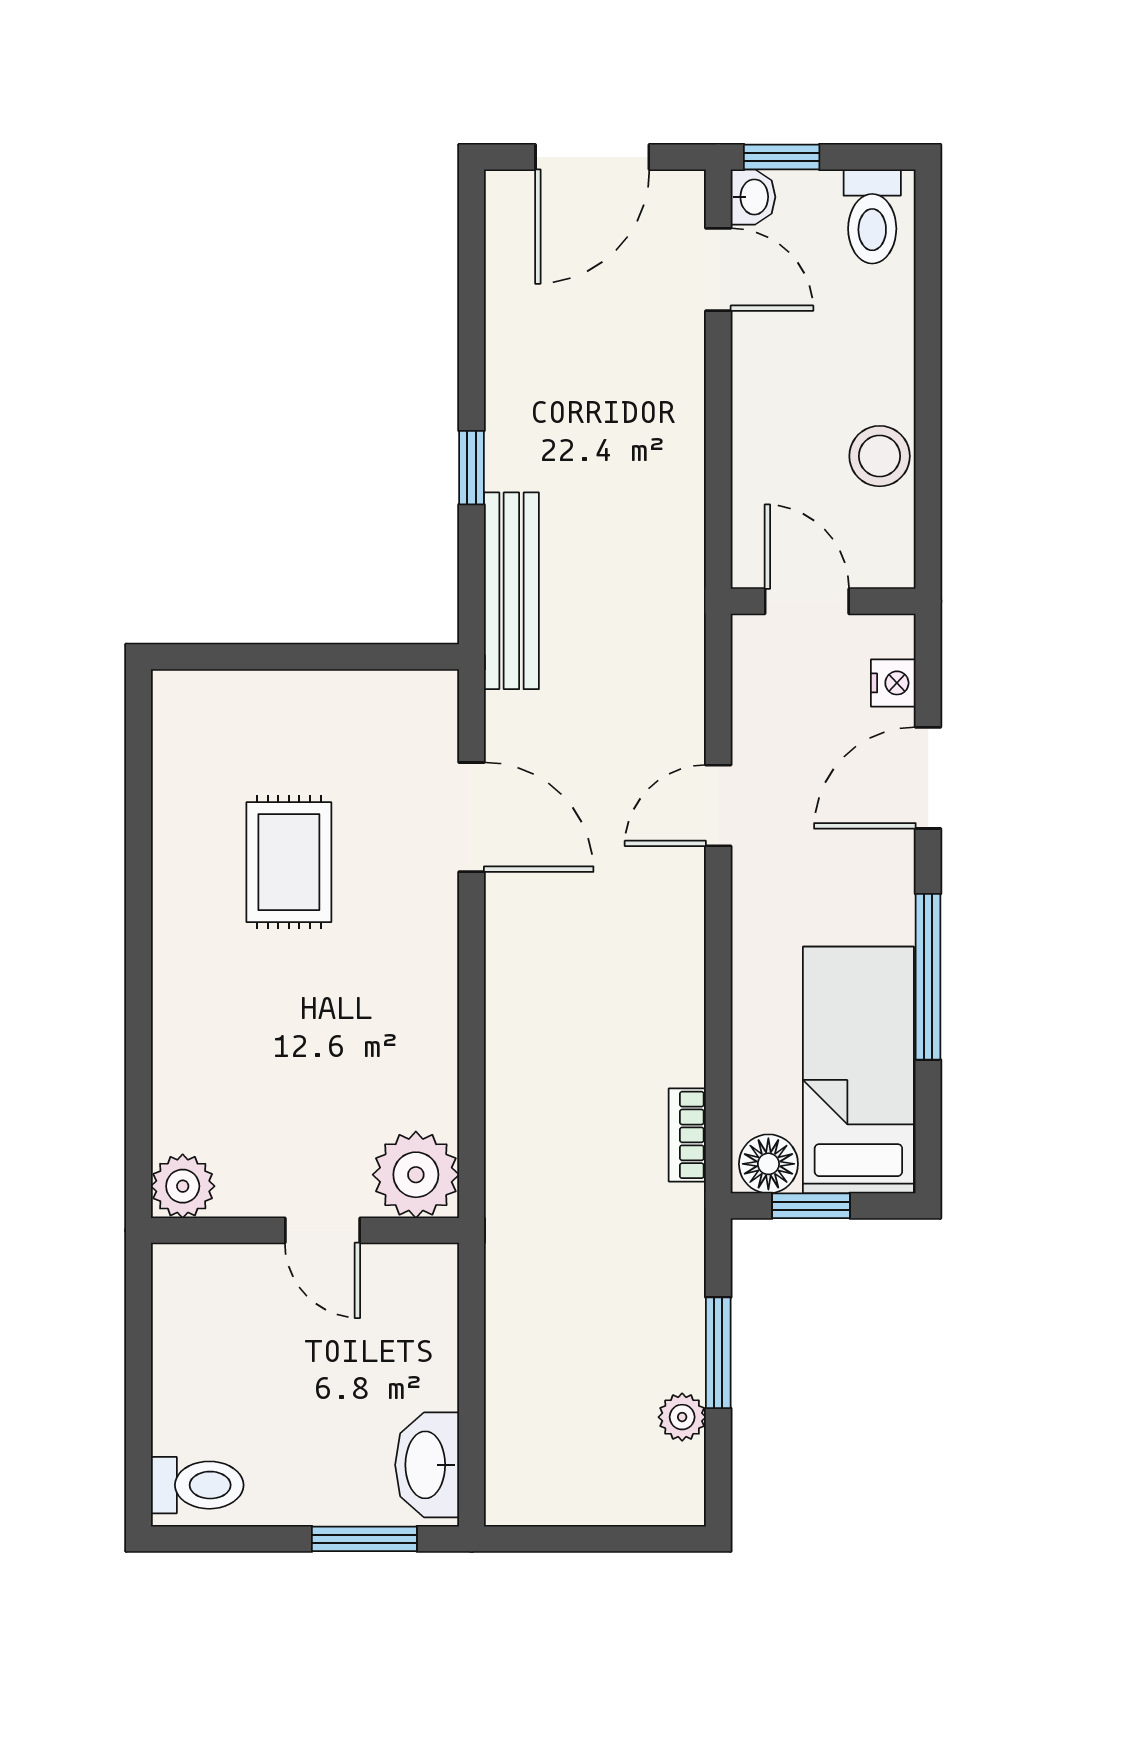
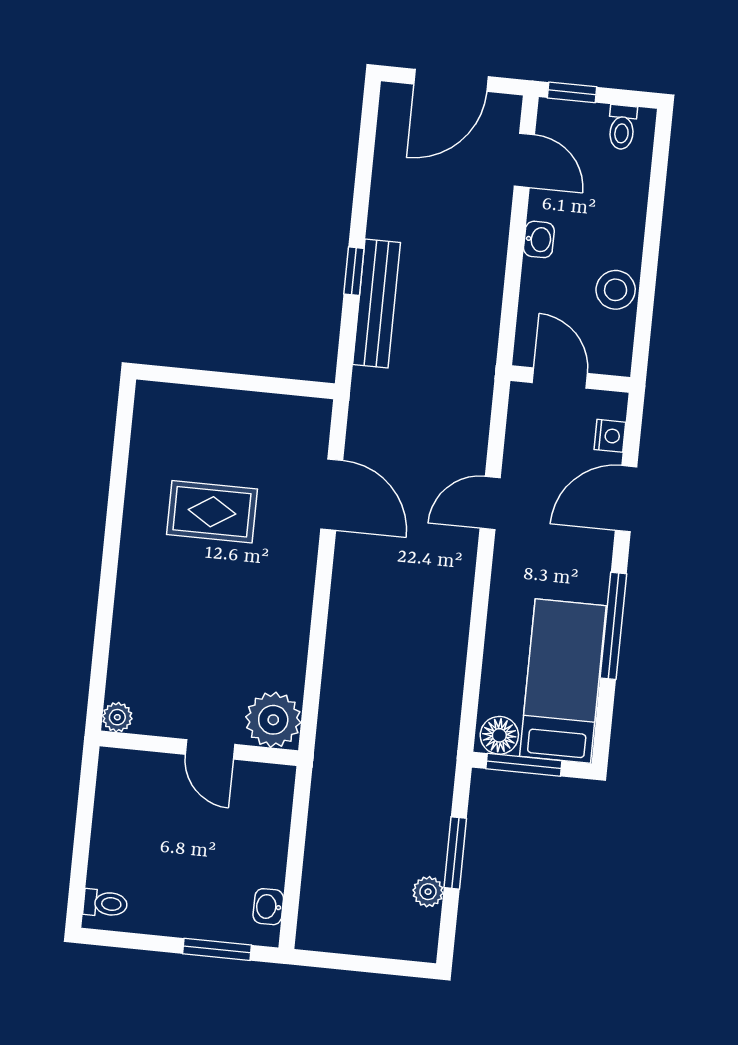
washbasin: (753, 197) -> (539, 239), moved
toilet: (872, 216) -> (622, 127), width x0.73, depth x0.72
bench: (511, 591) -> (376, 304), moved
rug: (289, 862) -> (212, 512), turned 90
bookcase: (687, 1135) -> (449, 712), removed
plant: (183, 1186) -> (117, 717), width x0.73, depth x0.73
window: (811, 1206) -> (524, 765), width x1.50
washbasin: (427, 1465) -> (268, 907), width x0.52, depth x0.69
toilet: (197, 1485) -> (105, 903), width x0.73, depth x0.72

